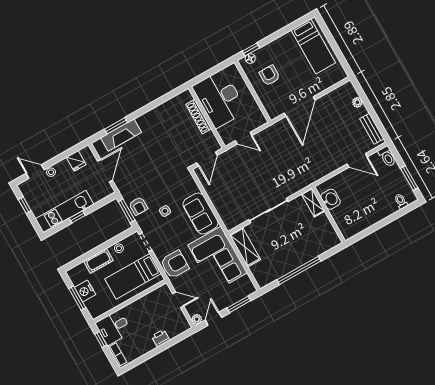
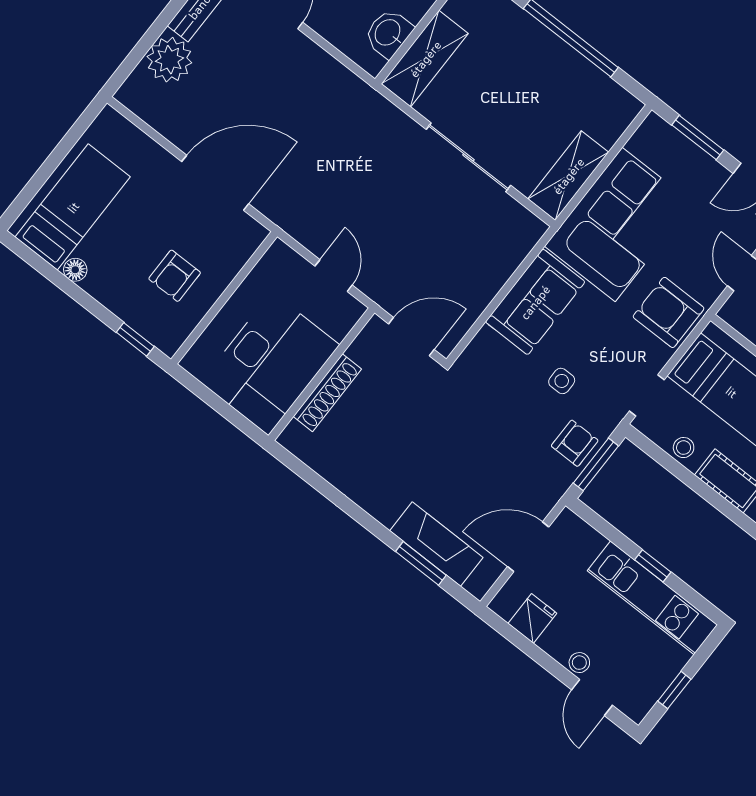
floor lamp: (250, 59) -> (75, 270), moved
plant: (357, 102) -> (169, 60), width x1.87, depth x1.87
shelving: (313, 203) -> (425, 59), width x1.50, depth x1.33

